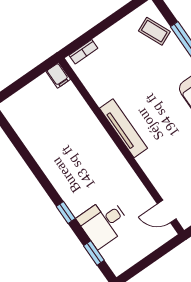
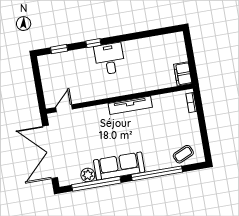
filing cabinet: (58, 75) -> (183, 74), width x2.00
desk: (104, 222) -> (110, 59), moved

